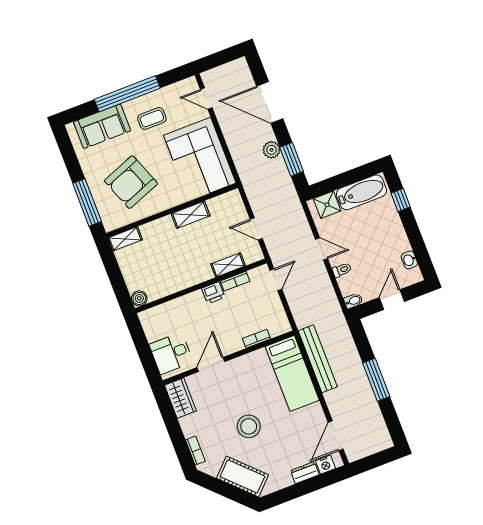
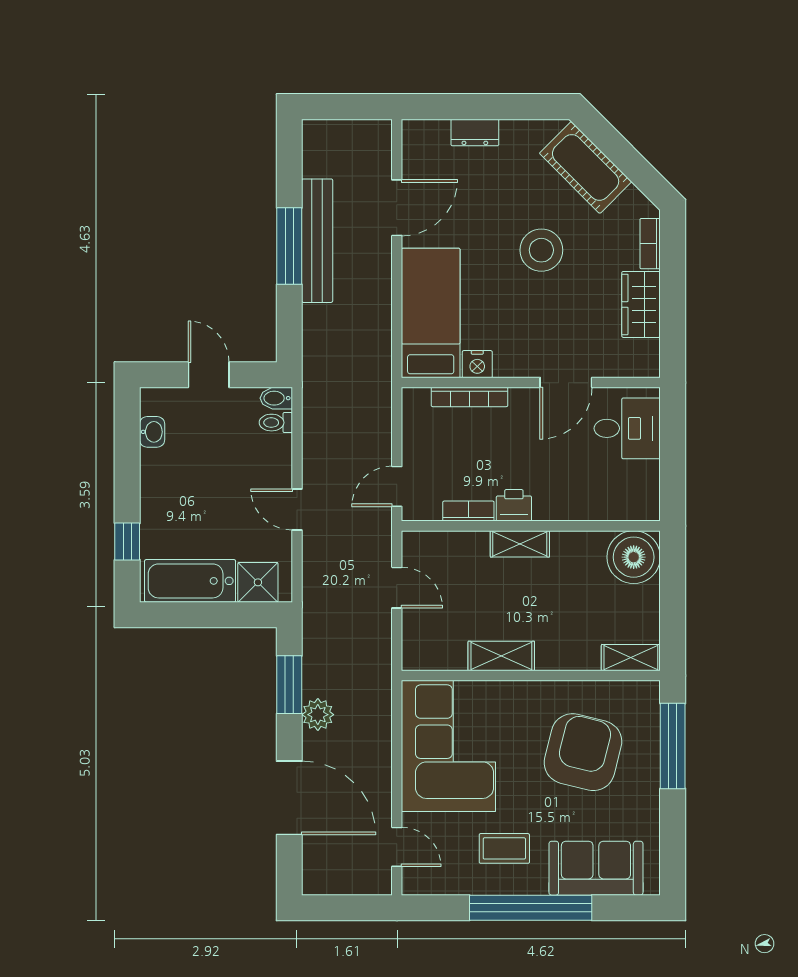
armchair: (131, 182) -> (583, 752), turned -55
shelving: (228, 265) -> (520, 544), moved
toilet: (342, 270) -> (276, 423), moved
boiler: (139, 298) -> (634, 557), width x1.86, depth x1.86
door: (392, 300) -> (209, 375), swing flipped
bookcase: (256, 339) -> (470, 397), width x1.56
bench: (318, 359) -> (317, 241), moved
wardrobe: (180, 398) -> (641, 304), moved
door: (336, 436) -> (397, 208), moved
nightstand: (325, 465) -> (477, 364), moved, turned 180

